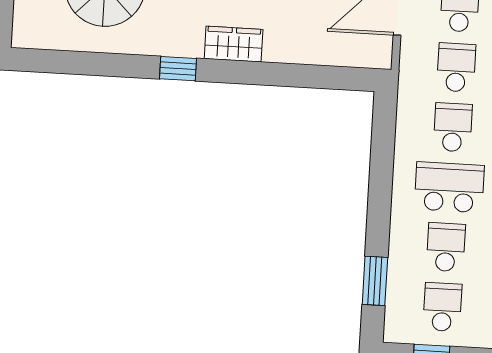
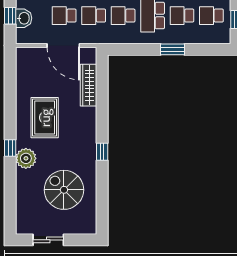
wardrobe: (234, 44) -> (89, 85), moved, width x1.50
window: (375, 281) -> (173, 49), moved

